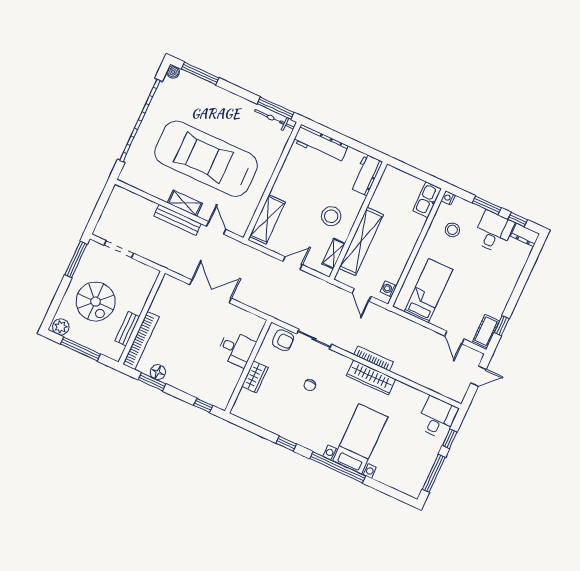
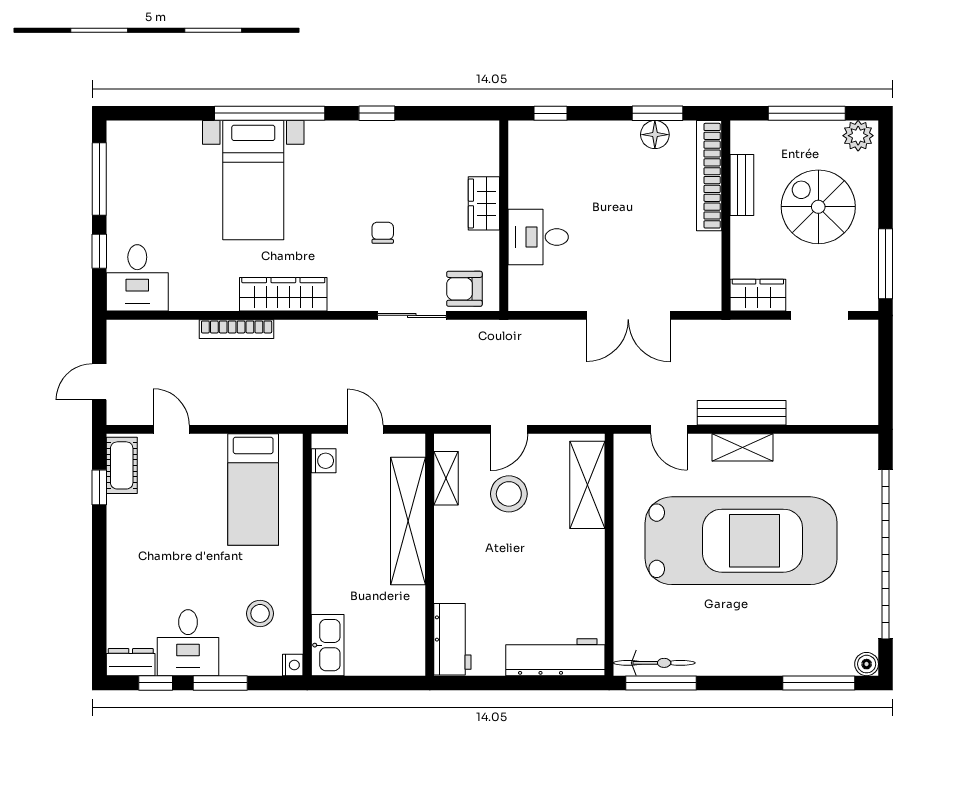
stool: (331, 216) -> (509, 494), moved
wardrobe: (144, 273) -> (758, 295), added
bookcase: (374, 358) -> (237, 329), moved

